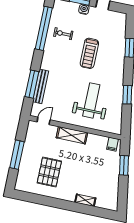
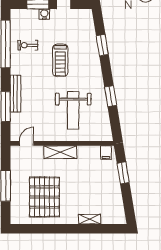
bench: (41, 86) -> (15, 94), moved
weight bench: (91, 100) -> (73, 111), turned 180
pallet: (49, 172) -> (44, 197), width x1.37, depth x1.41

